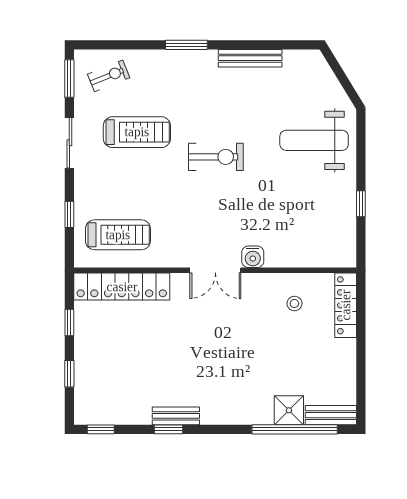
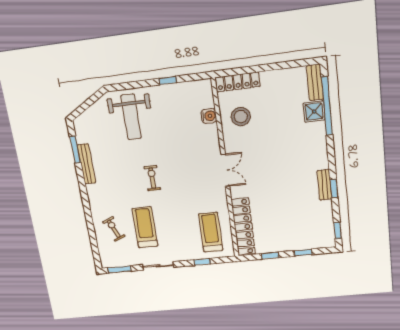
window: (186, 45) -> (75, 150), moved
exercise bike: (109, 76) -> (114, 229), moved
exercise bike: (216, 157) -> (152, 178), width x0.73, depth x0.72
water cooler: (253, 257) -> (209, 116), moved
stool: (294, 303) -> (241, 117), width x1.89, depth x1.89

